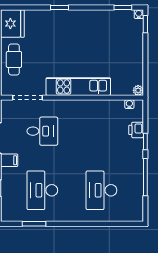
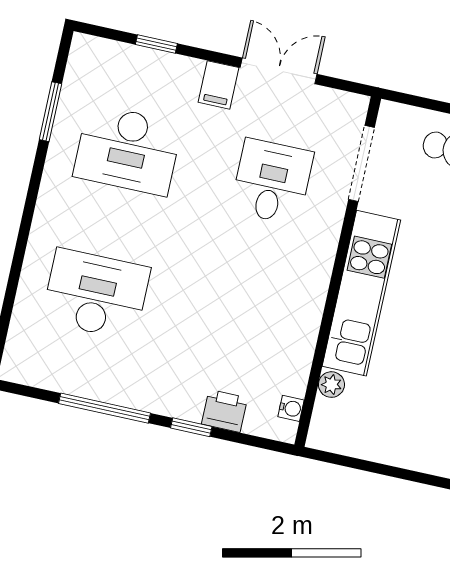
plant: (138, 90) -> (331, 385), moved
desk: (42, 131) -> (272, 182), turned 180
desk: (42, 190) -> (128, 150), turned 180

